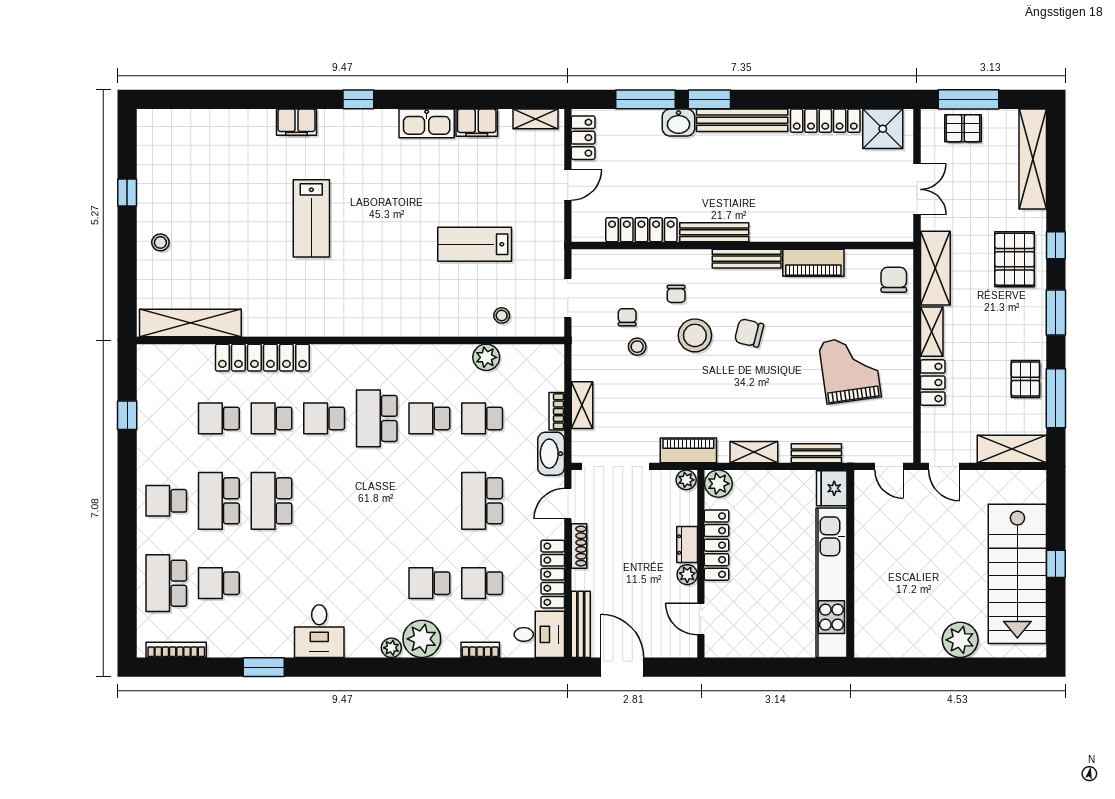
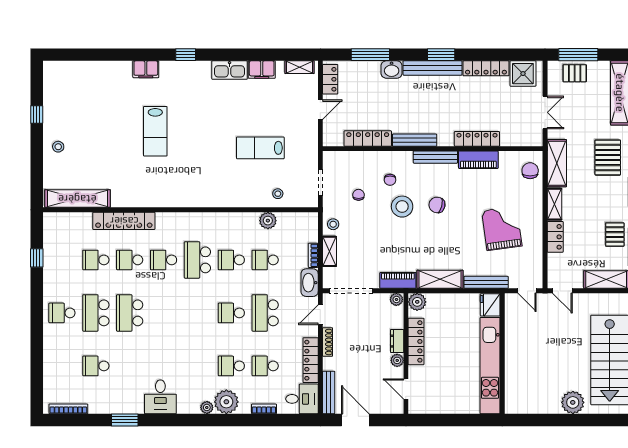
window: (709, 99) -> (441, 55), moved
locker: (811, 230) -> (477, 139), added
stool: (637, 347) -> (333, 224), moved
shelving: (754, 452) -> (440, 279), width x1.50, depth x1.33
bench: (816, 453) -> (486, 282), width x1.36
school desk: (166, 583) -> (231, 313), moved, width x0.54

